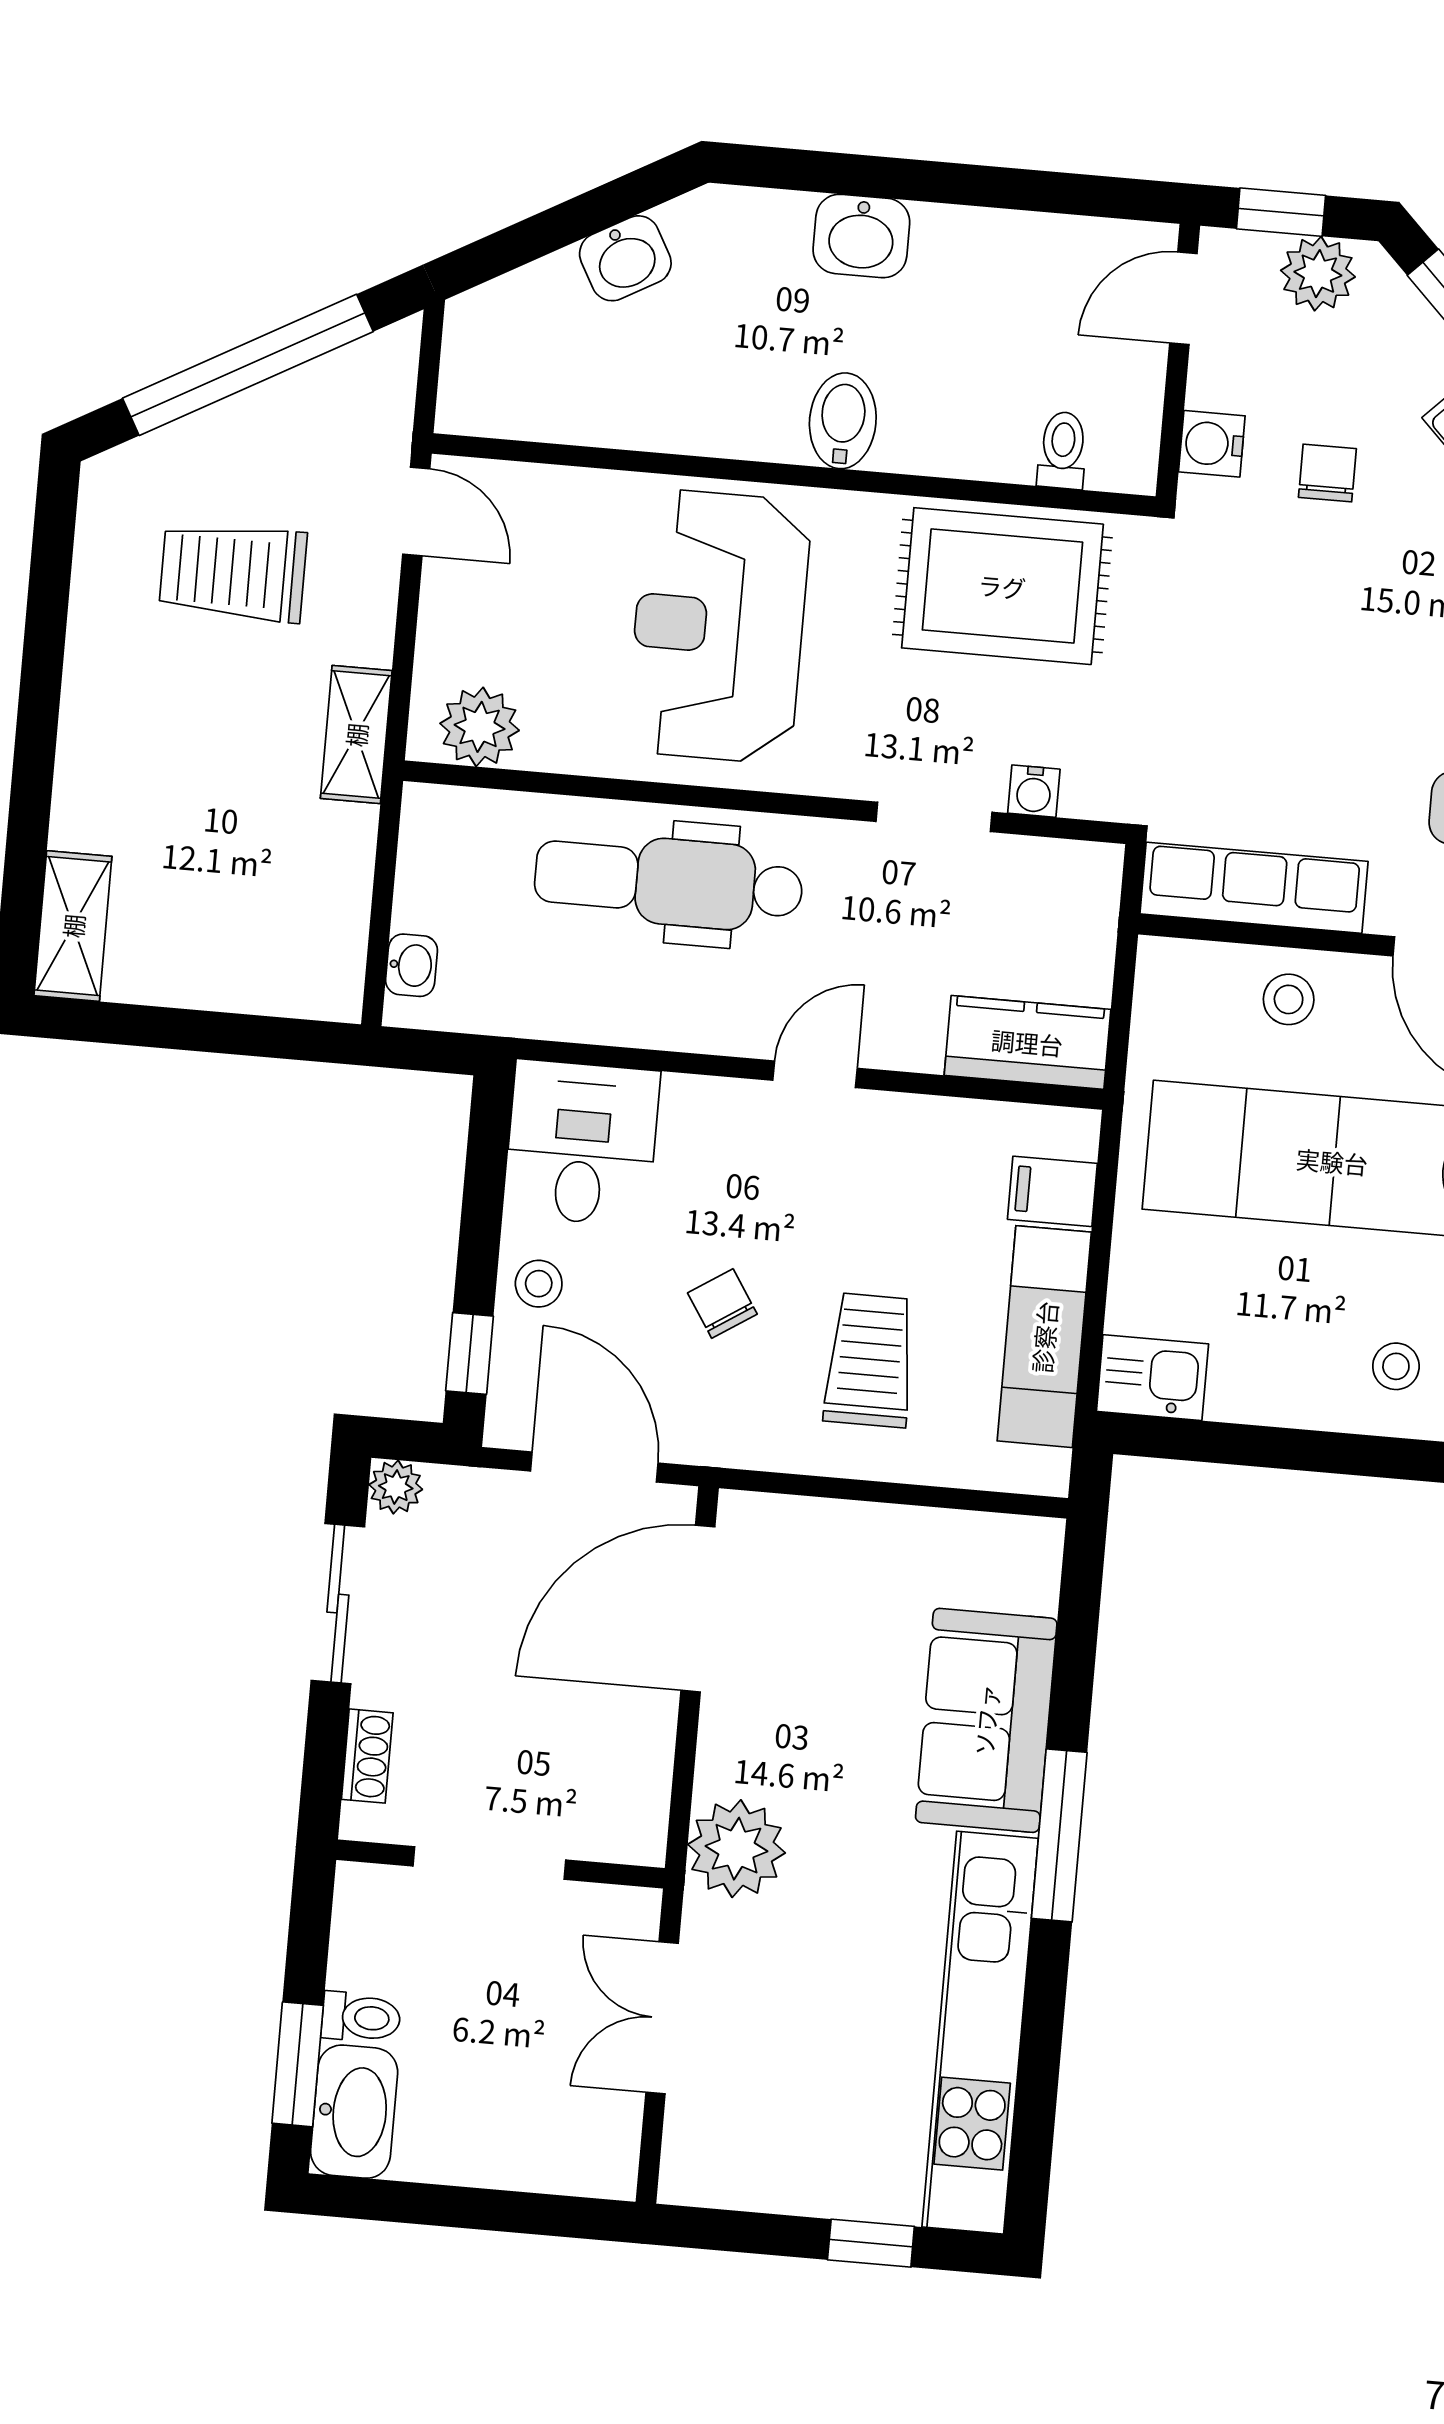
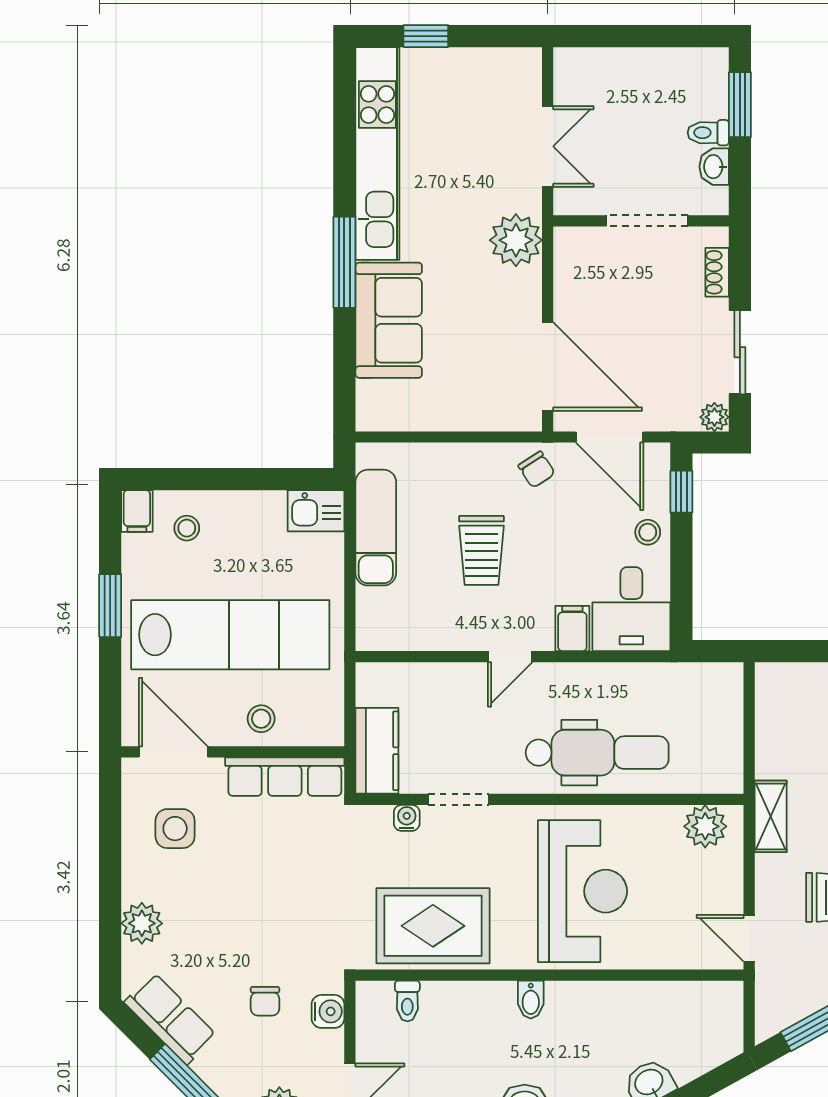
bidet: (843, 421) -> (531, 1000), width x0.72, depth x0.74
washbasin: (411, 965) -> (730, 696), removed
kitchen counter: (1027, 1042) -> (377, 751), moved, turned -90
filing cabinet: (1052, 1191) -> (572, 629), moved, turned -90
chair: (722, 1303) -> (537, 470), moved
trolley: (870, 1360) -> (481, 550), moved
door: (698, 1609) -> (548, 366), hinge flipped
washbasin: (354, 2112) -> (714, 167), moved, width x0.52, depth x0.69

